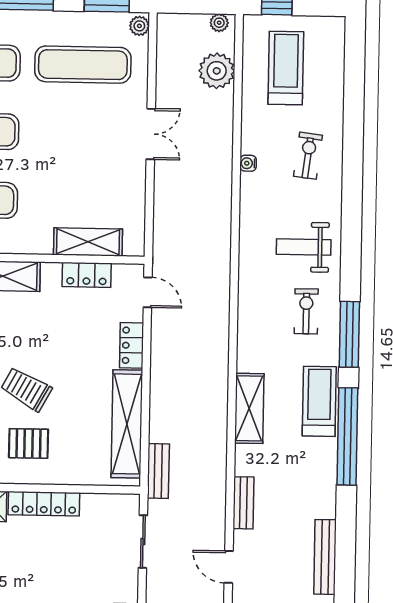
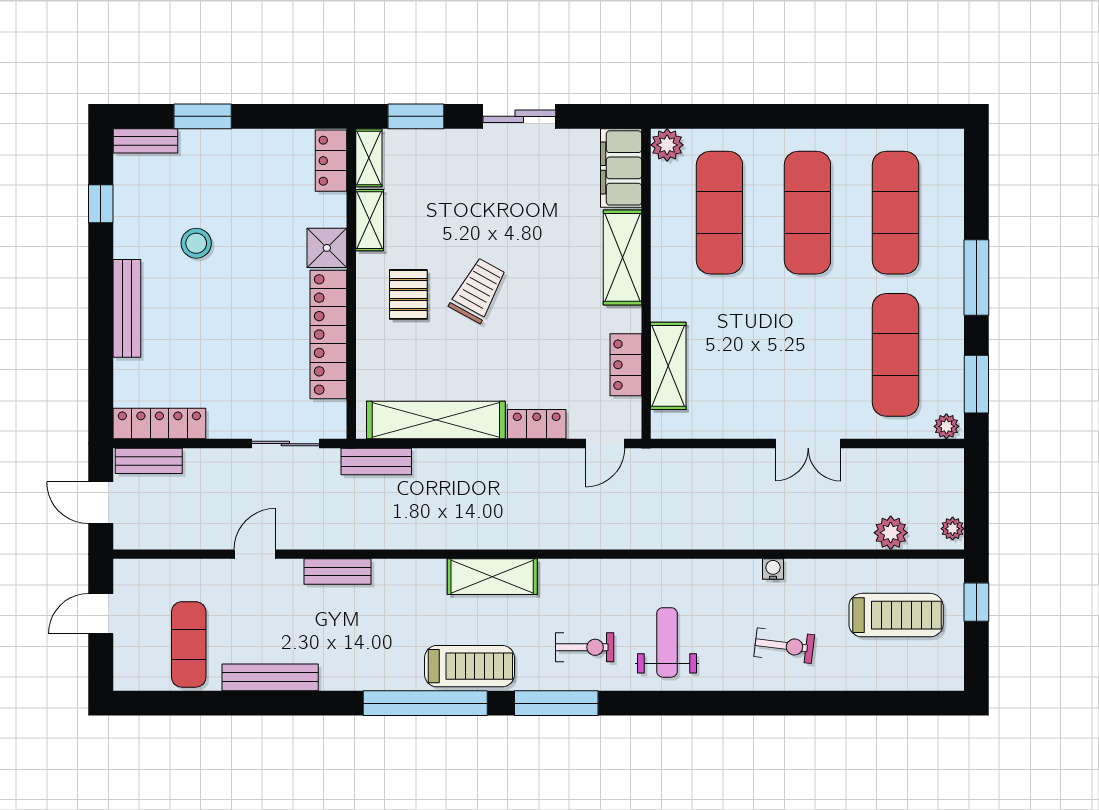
plant: (217, 71) -> (891, 533), width x0.73, depth x0.73
shelving: (249, 408) -> (492, 577), moved
locker: (44, 504) -> (328, 335), width x1.41, depth x1.21

